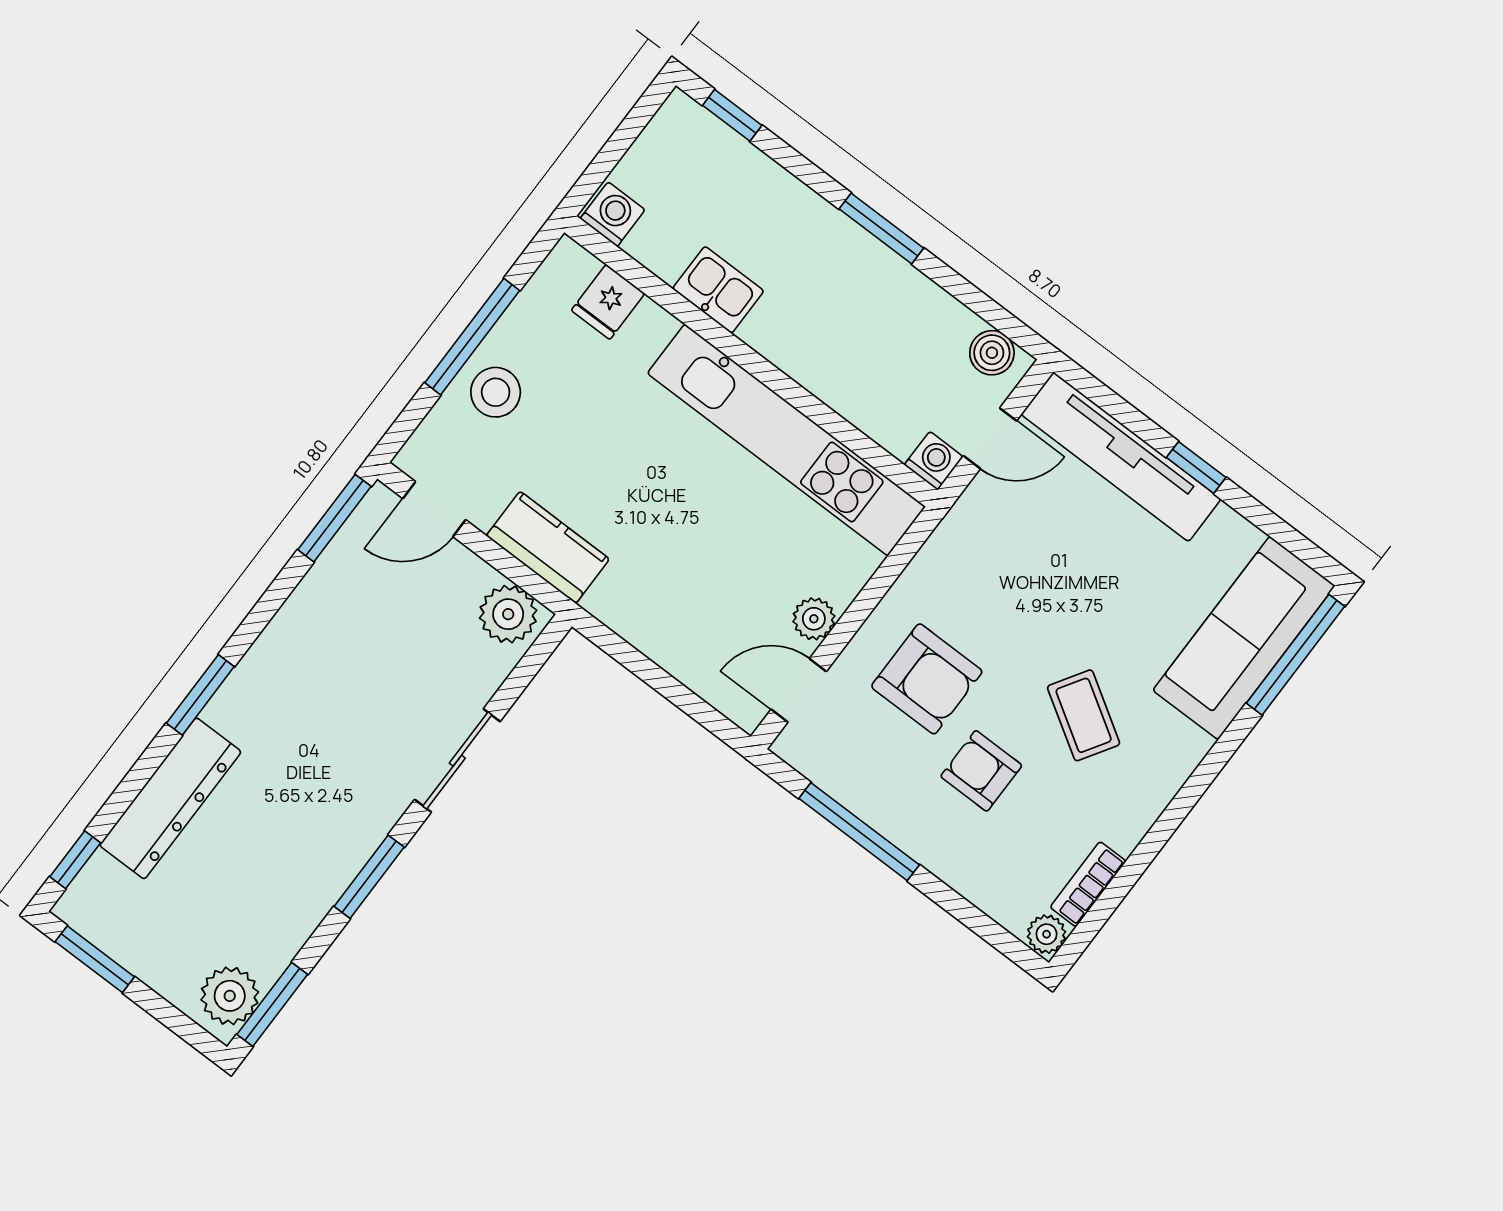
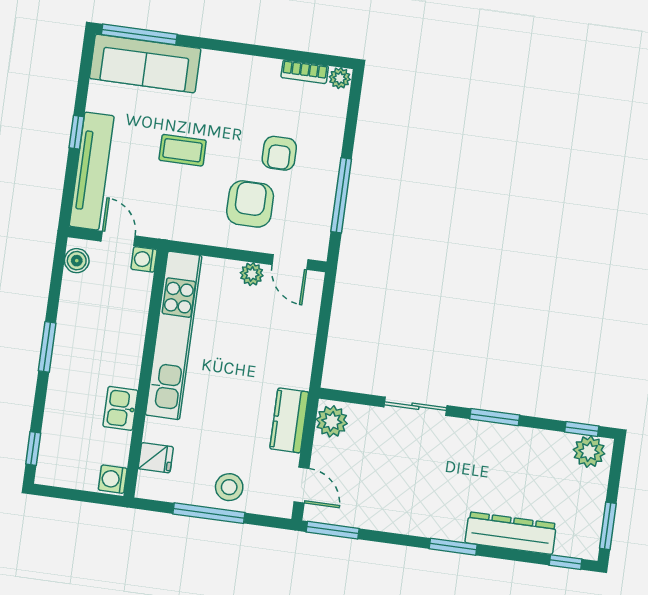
coffee table: (1084, 715) -> (183, 150), moved, turned 58
window: (272, 1004) -> (582, 429), width x0.67

